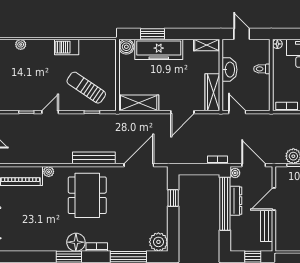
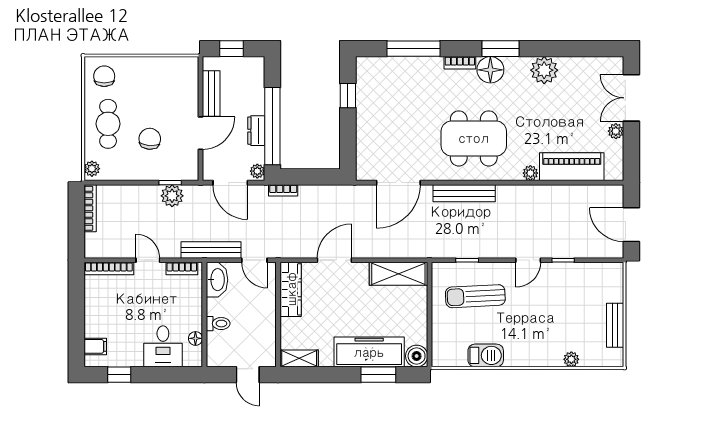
floor lamp: (277, 44) -> (195, 338), moved
barbecue: (67, 47) -> (486, 355), moved
washbasin: (229, 70) -> (217, 280), moved, turned 180
sun lounger: (86, 88) -> (475, 296), turned 143
bench: (267, 119) -> (211, 250), added
dining table: (87, 195) -> (474, 138), turned 90
window: (173, 198) -> (348, 96), moved
dresser: (236, 201) -> (256, 131), width x0.70
plant: (158, 242) -> (544, 70), moved

